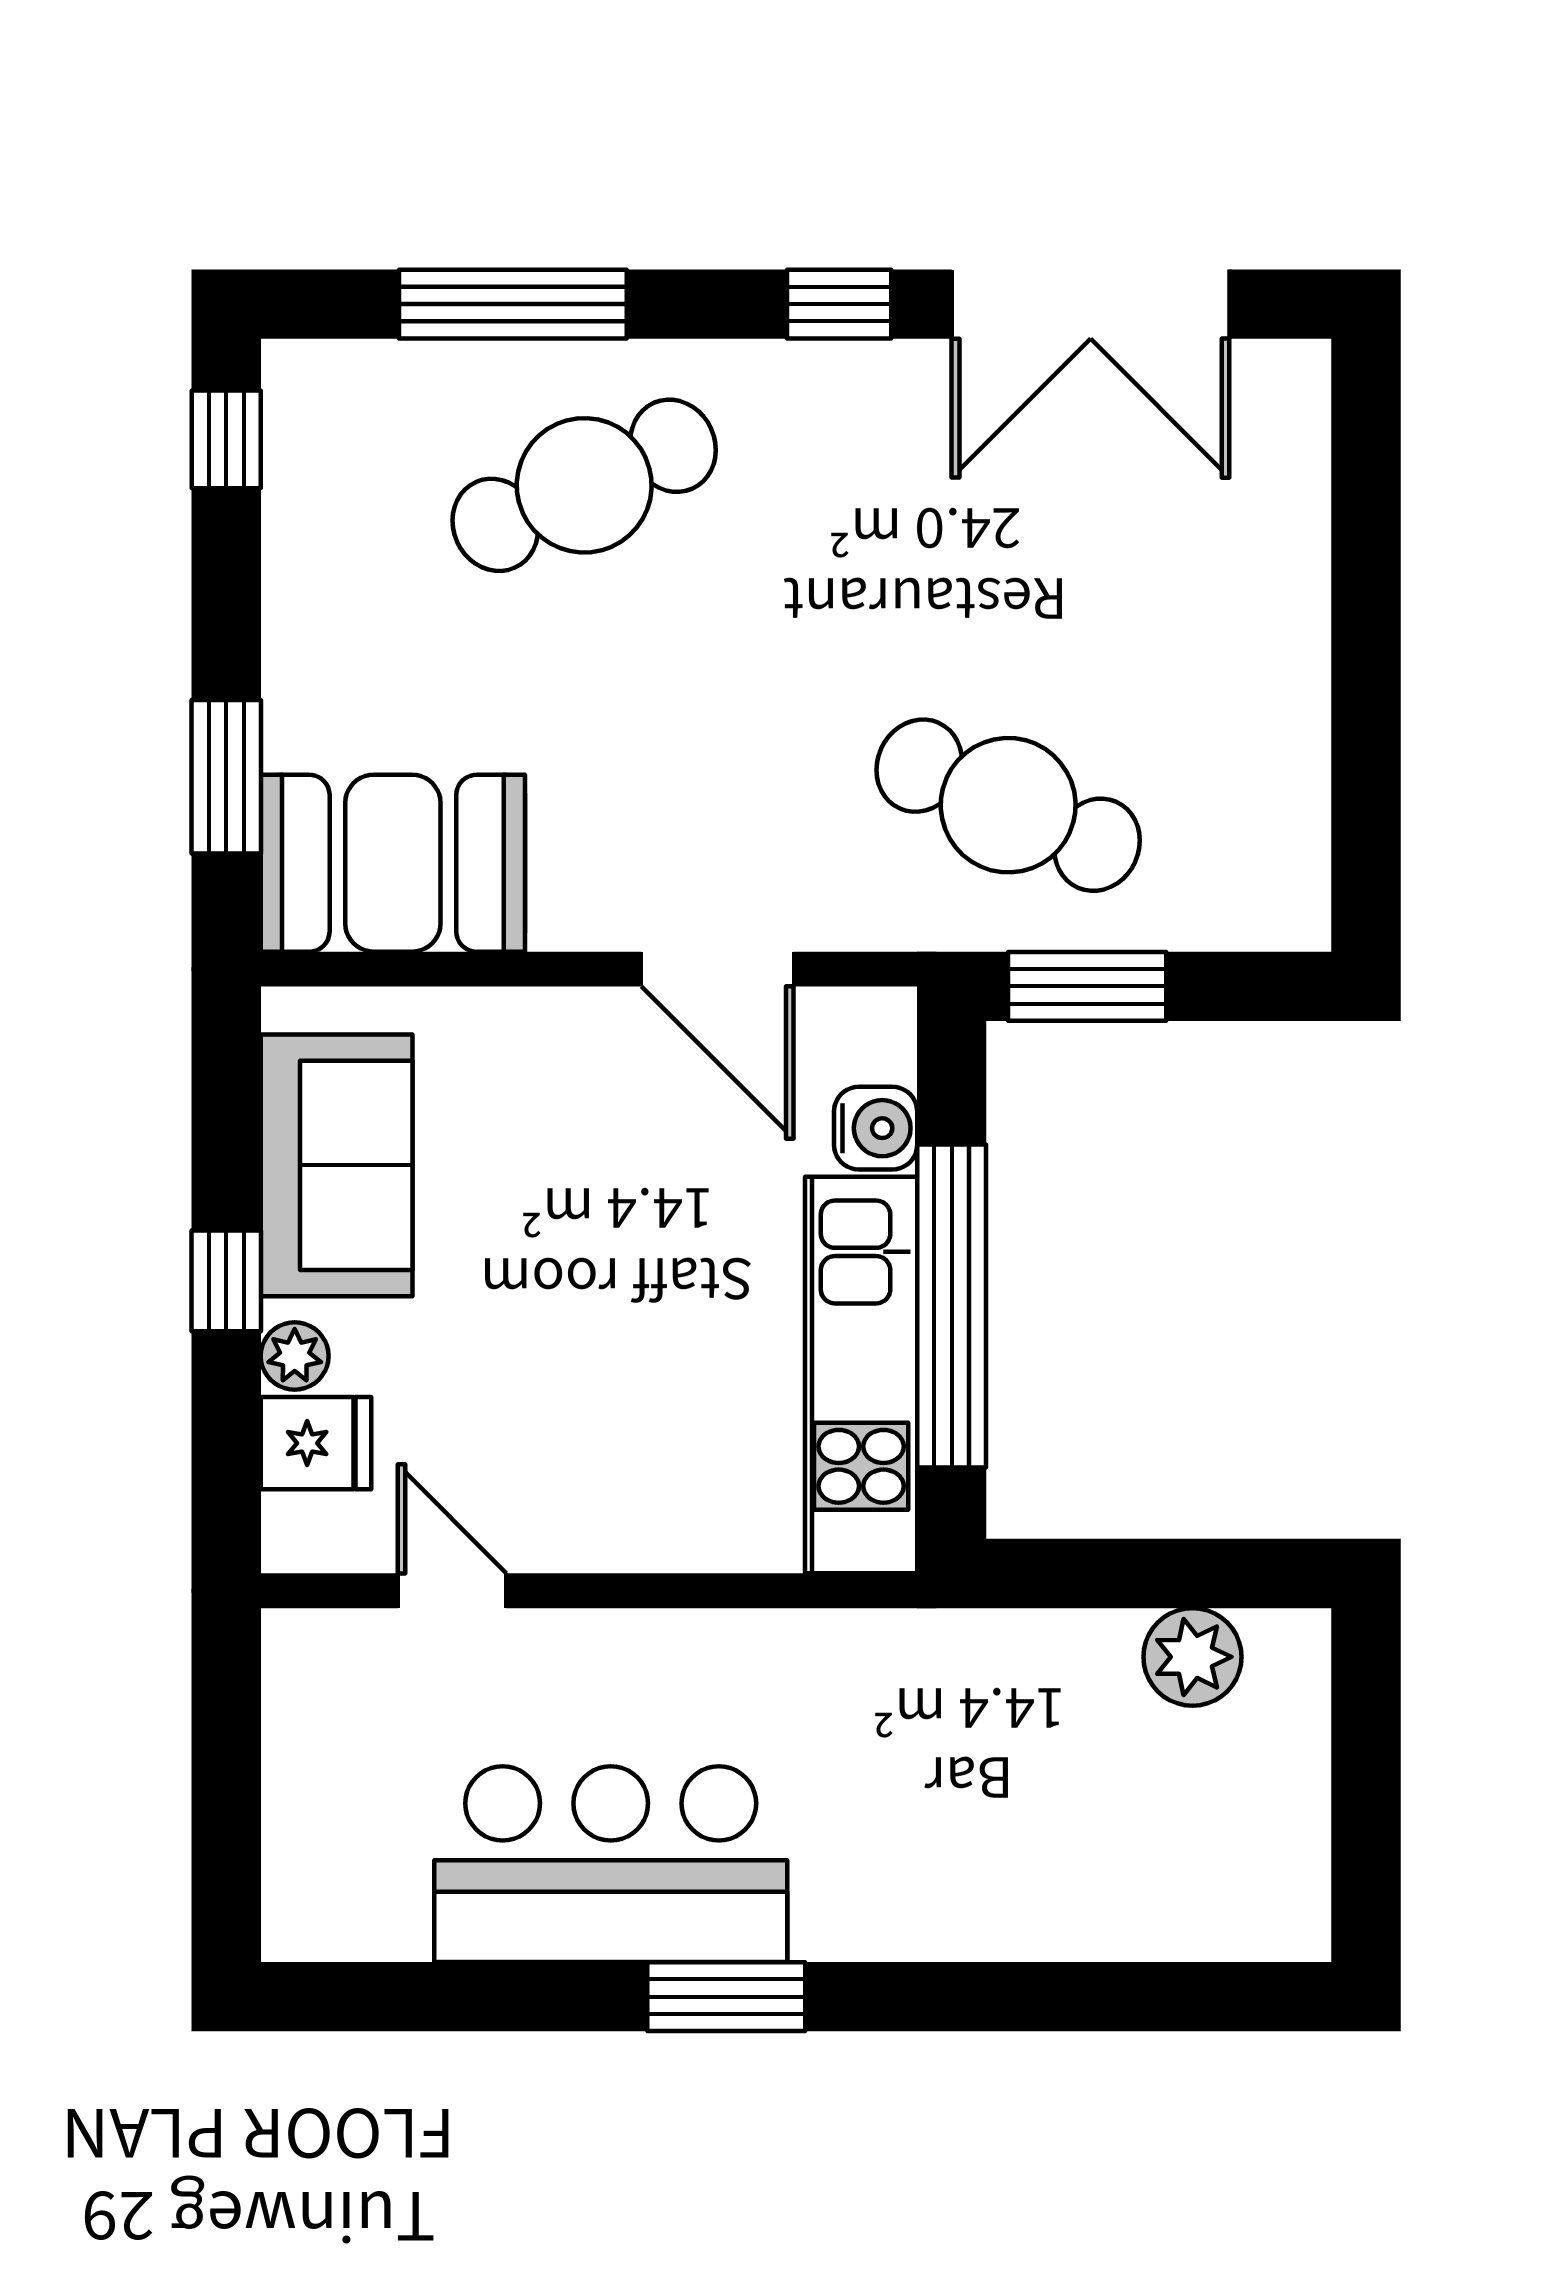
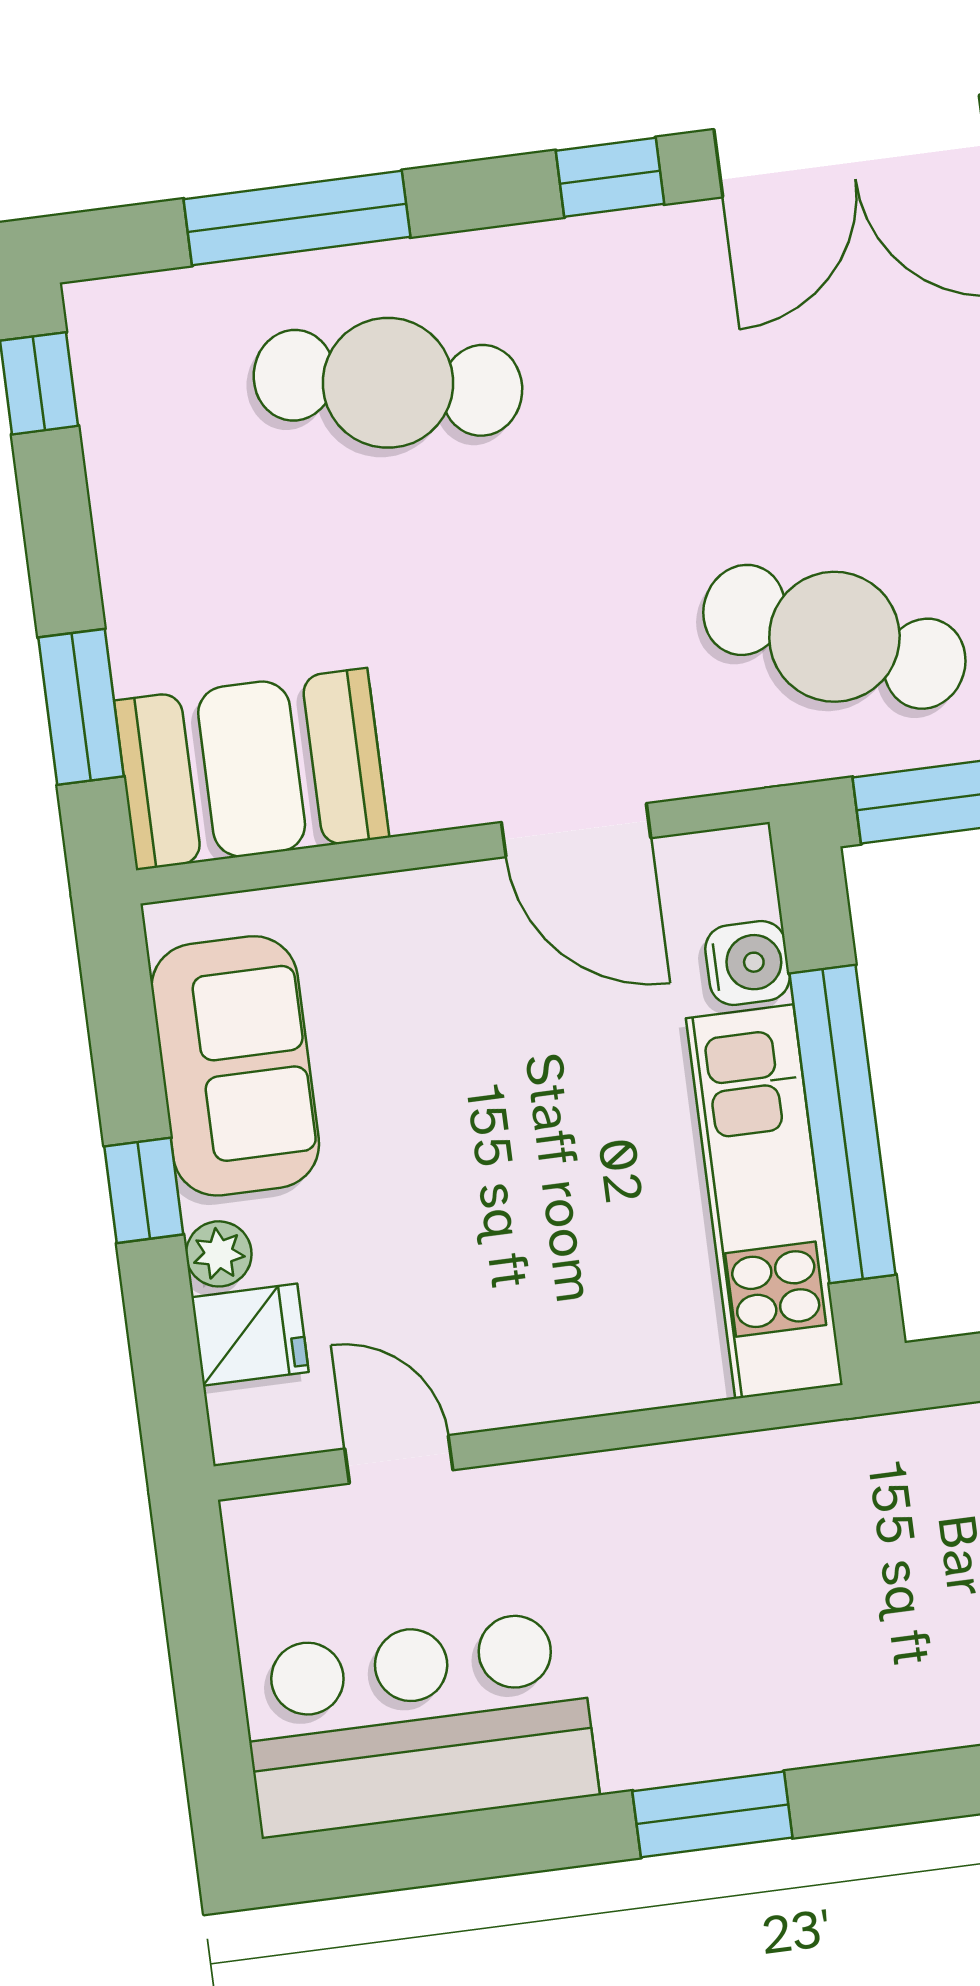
cafe table: (584, 485) -> (388, 383), turned 36
bar counter: (611, 1864) -> (419, 1723), moved

